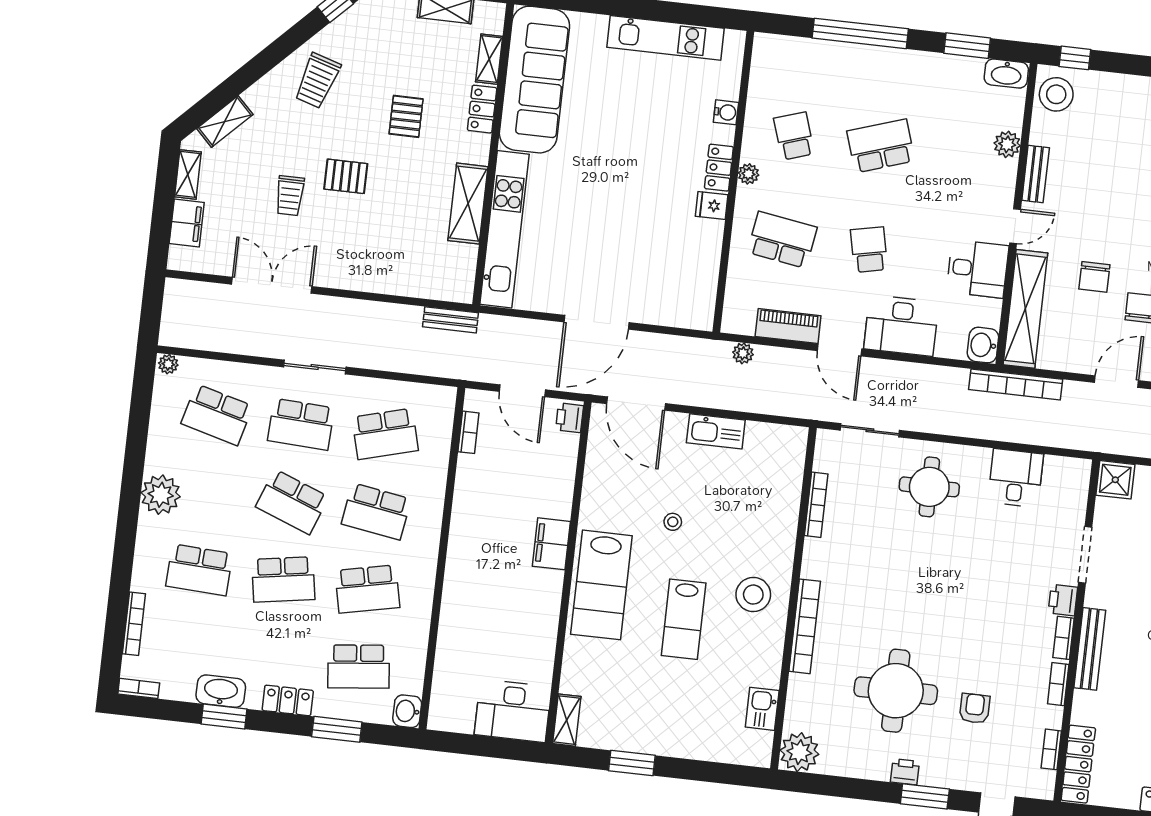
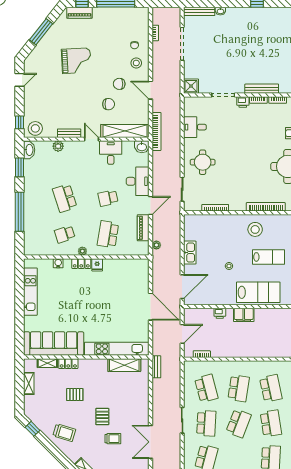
shelving: (468, 204) -> (124, 365), moved
printer: (570, 418) -> (220, 313), moved

